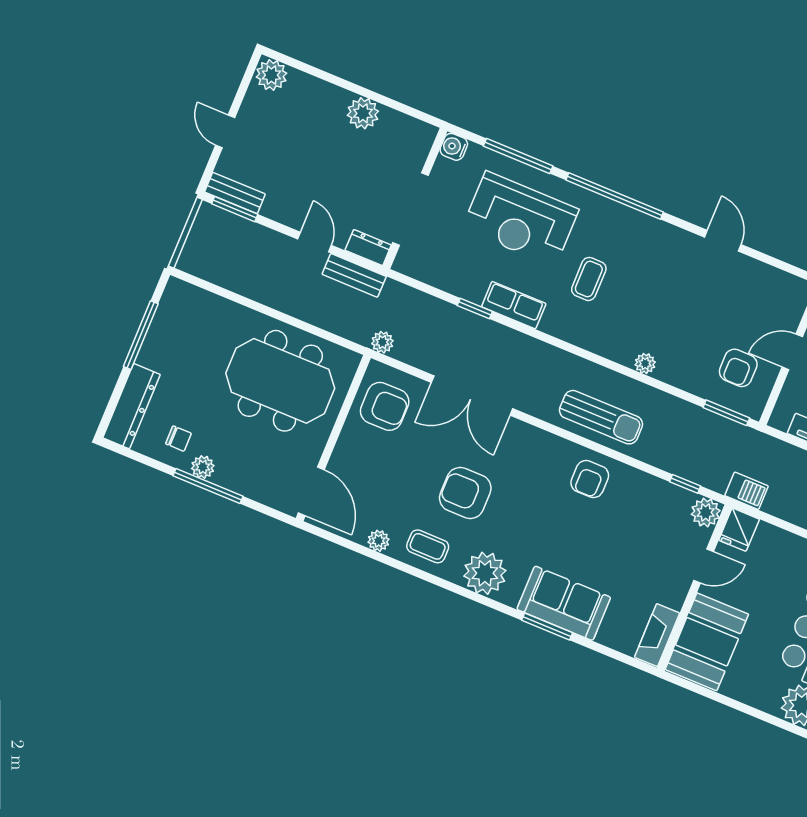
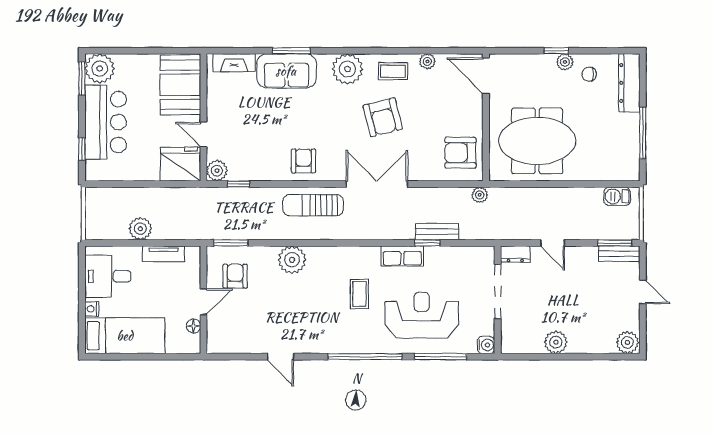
bench: (354, 275) -> (437, 232), moved
plant: (645, 363) -> (292, 260), width x1.88, depth x1.88
double door: (472, 396) -> (377, 184), moved
window: (208, 486) -> (556, 51), width x0.46
barbecue: (747, 491) -> (617, 196), moved
armchair: (465, 493) -> (383, 117), turned 76
fridge: (739, 530) -> (180, 164), width x1.88, depth x1.34
door: (704, 566) -> (204, 134), hinge flipped
fireplace: (657, 635) -> (234, 63), moved, turned 90

